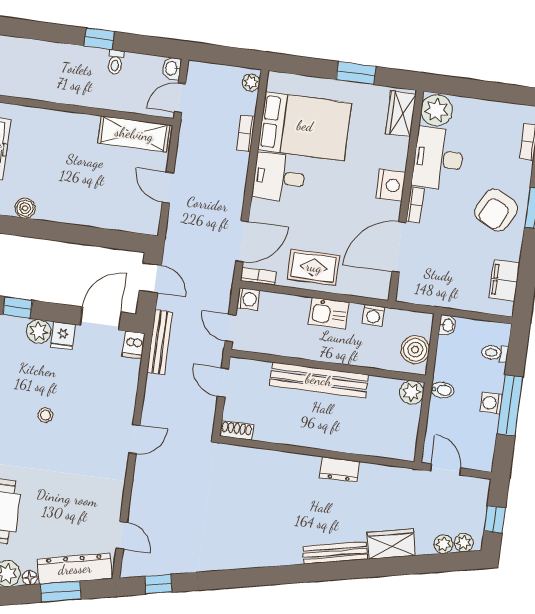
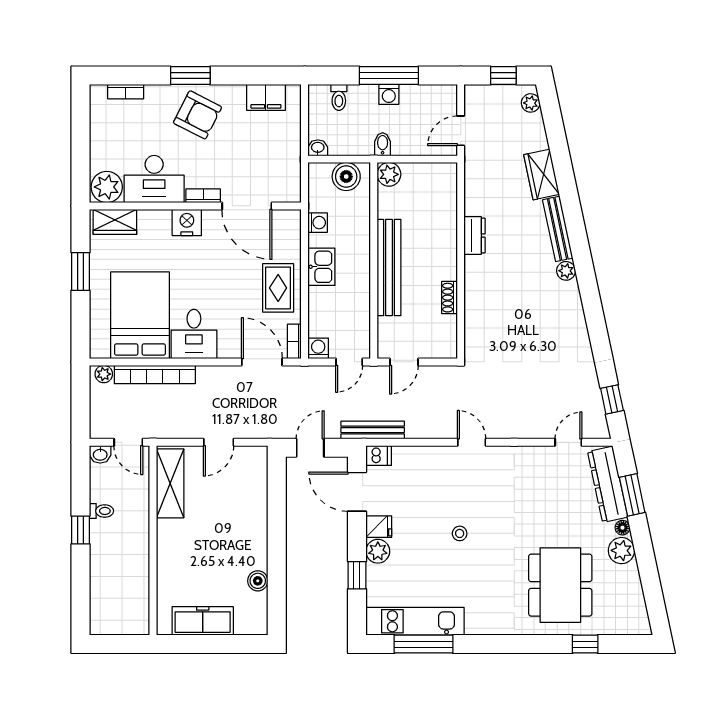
bookcase: (246, 133) -> (155, 375), width x2.31, depth x1.31
shoe rack: (236, 430) -> (449, 298), moved
plant: (443, 544) -> (566, 271), moved

